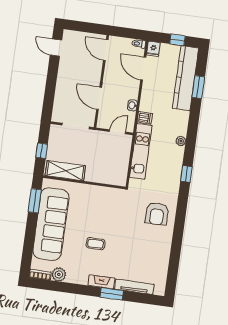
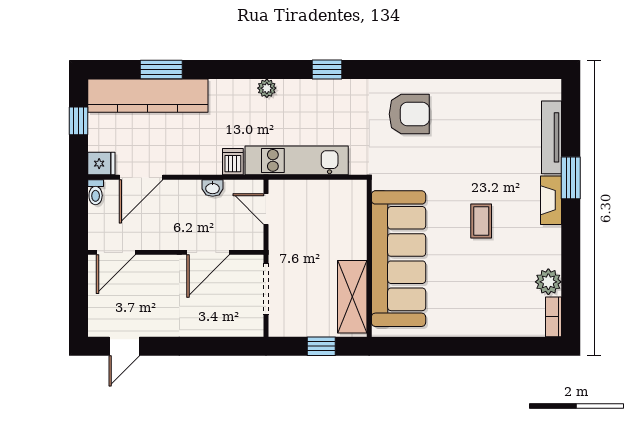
window: (35, 201) -> (417, 346), removed
sofa: (51, 224) -> (399, 259), moved, turned 90

